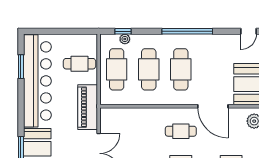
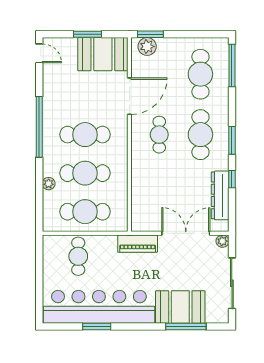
window: (123, 31) -> (39, 204), removed
plant: (125, 39) -> (49, 184), moved
window: (21, 67) -> (97, 327), moved
piano: (88, 107) -> (138, 244), width x0.73, depth x0.75

